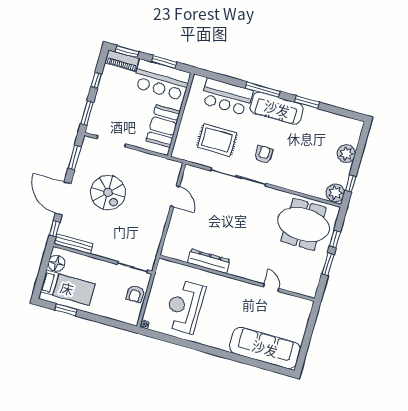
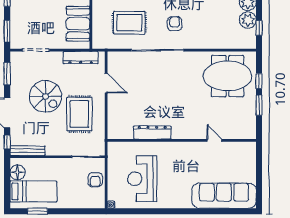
dresser: (156, 162) -> (81, 58), added
plant: (335, 193) -> (248, 20), moved
rug: (138, 221) -> (79, 114), added

